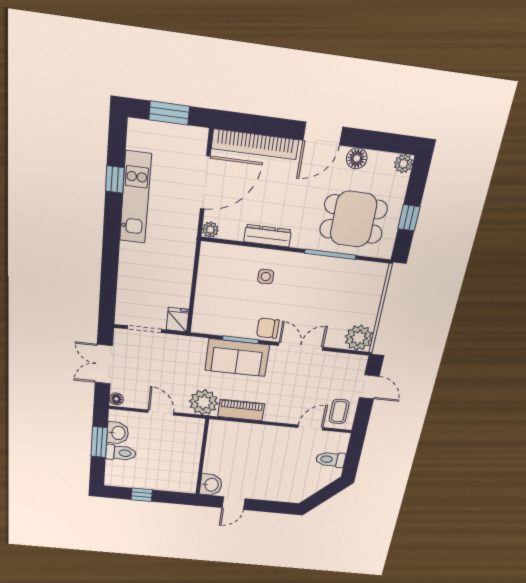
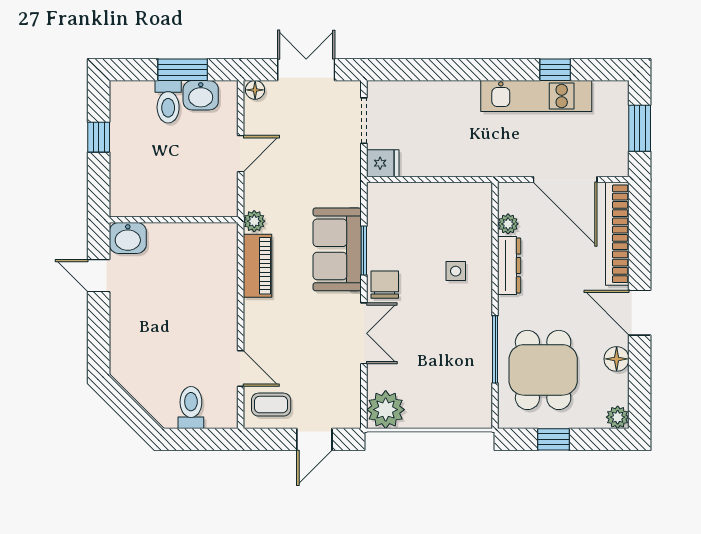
plant: (210, 230) -> (508, 224), moved
plant: (204, 402) -> (254, 221), width x0.53, depth x0.53

